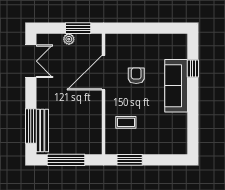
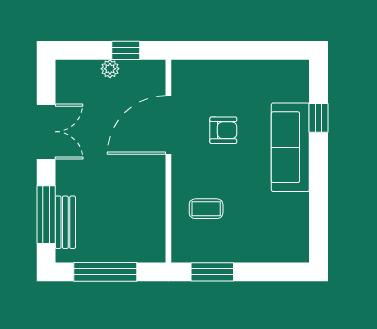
window: (78, 28) -> (126, 50), width x0.67
double door: (31, 61) -> (46, 132), moved
armchair: (136, 76) -> (223, 130), turned 90
bench: (42, 130) -> (65, 222), width x0.73

